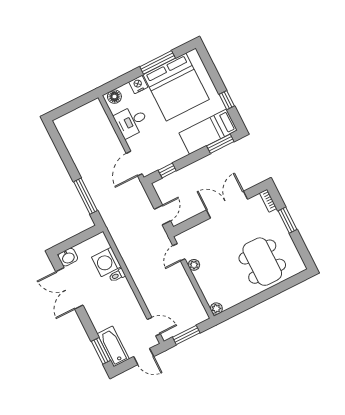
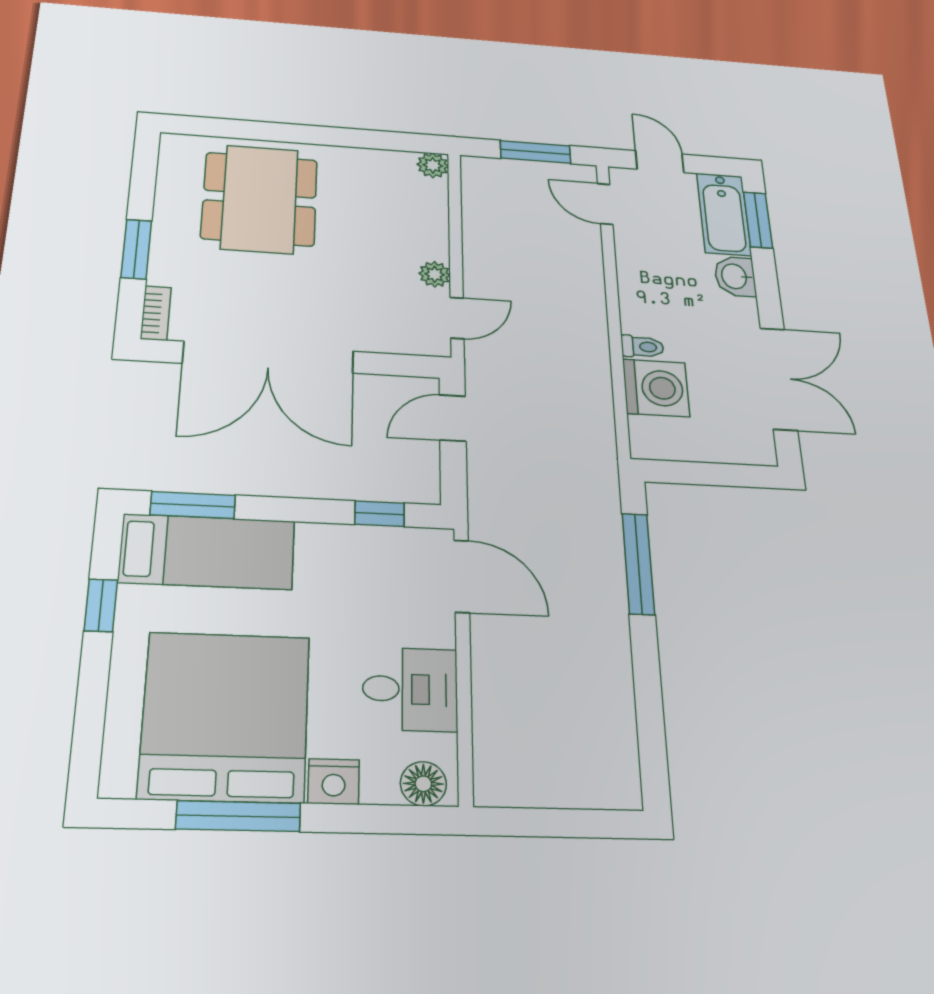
door: (134, 164) -> (462, 576), hinge flipped
double door: (227, 205) -> (268, 357), width x1.36
washbasin: (68, 257) -> (735, 276), moved, turned -90

